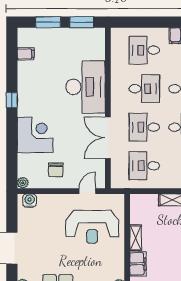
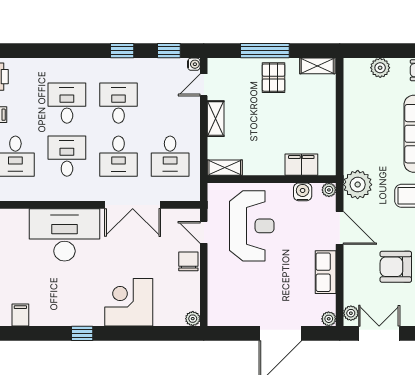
chair: (56, 170) -> (188, 261), moved, turned -90
water cooler: (30, 201) -> (303, 192), moved, turned 90
shelving: (136, 238) -> (225, 168), moved

